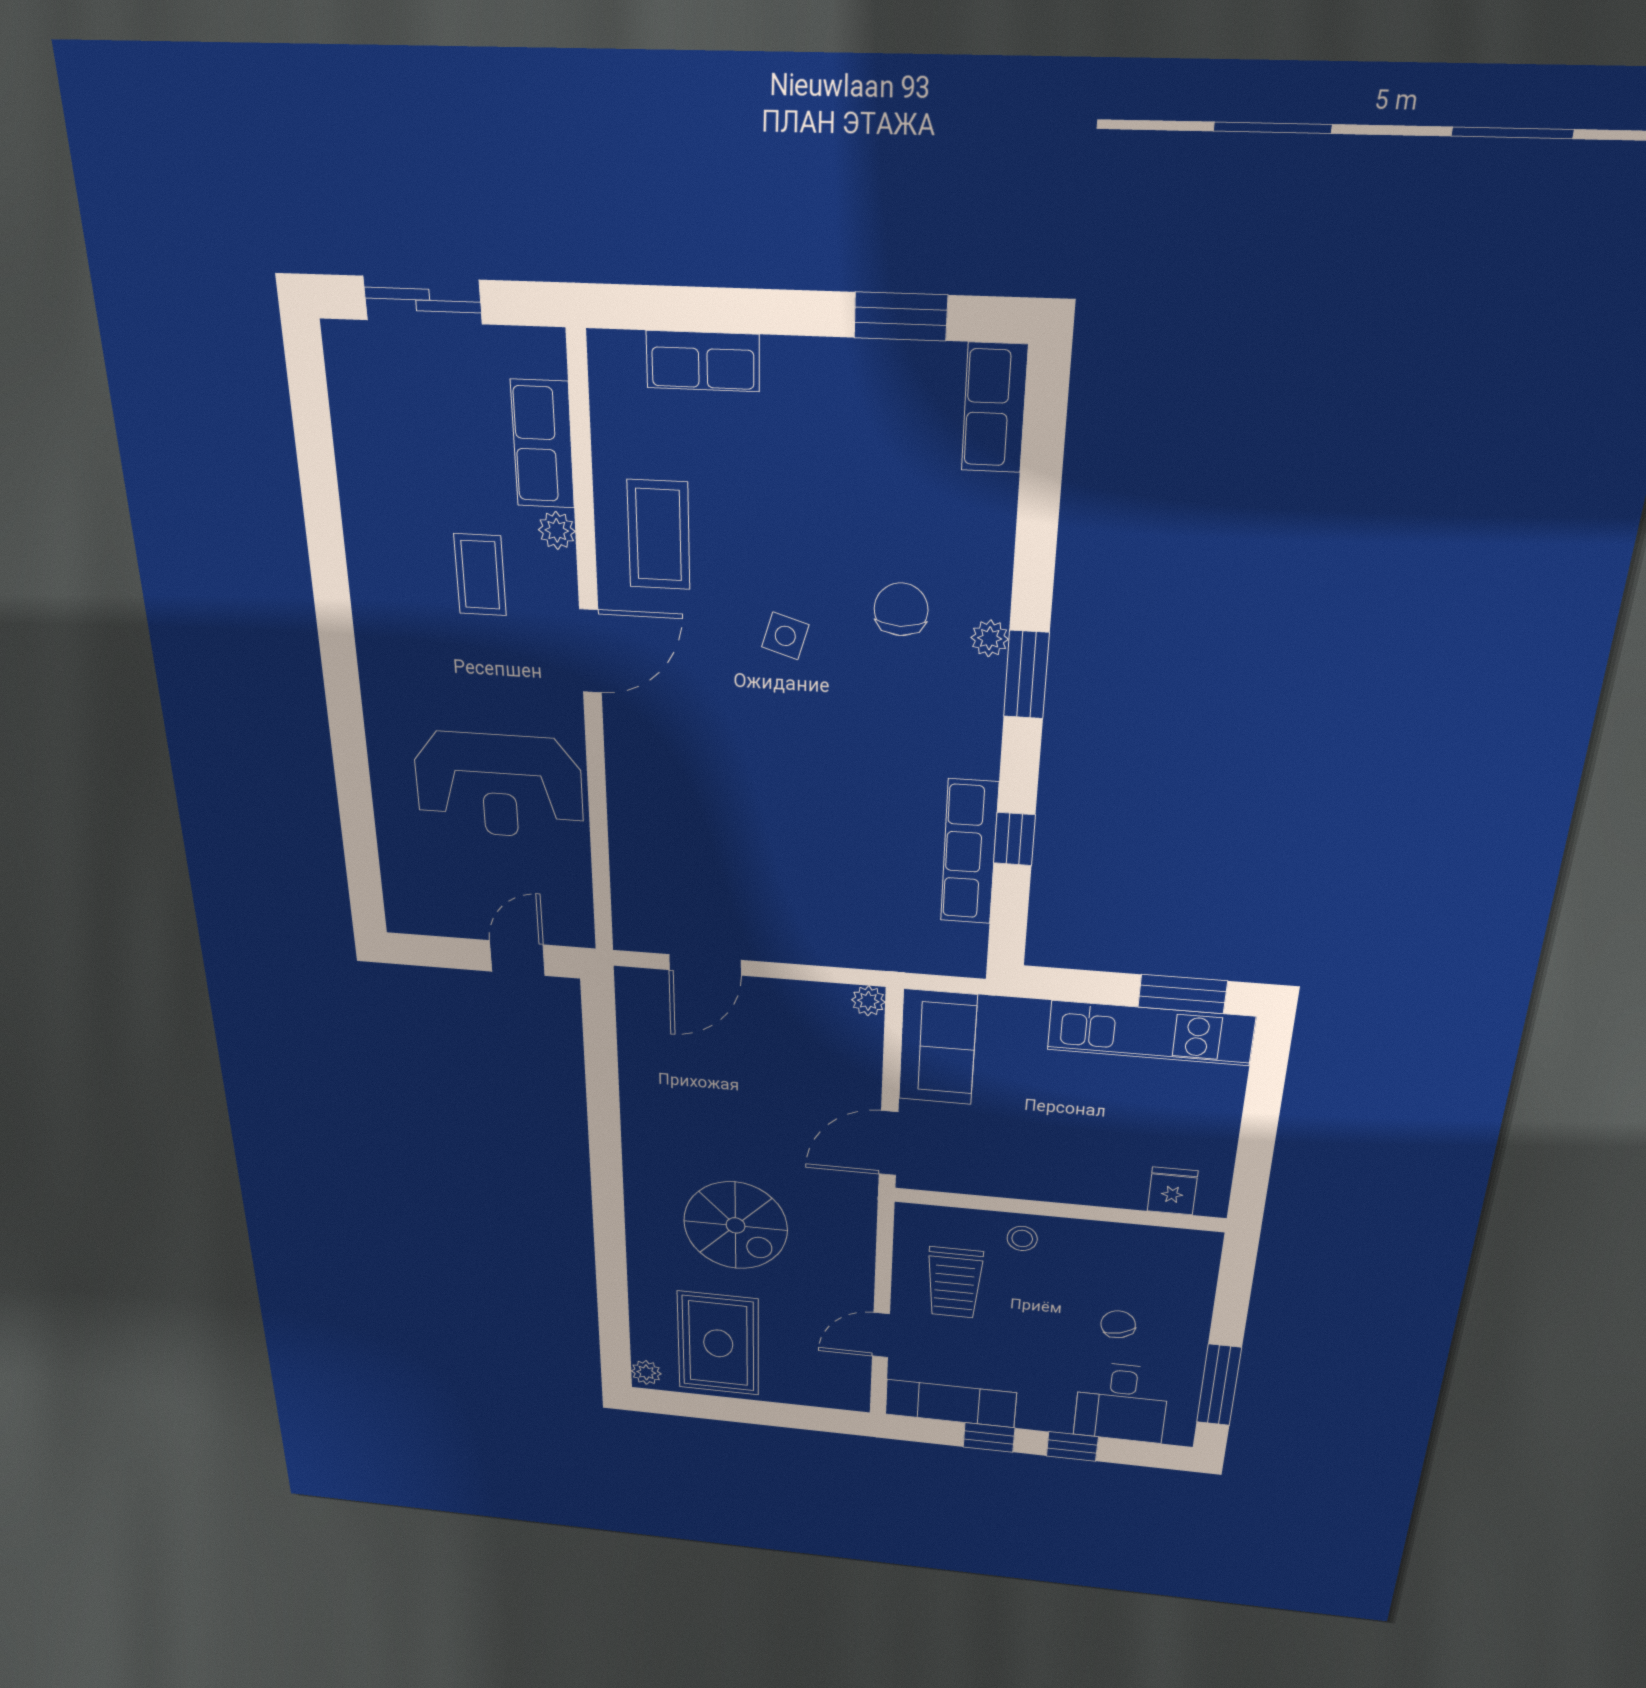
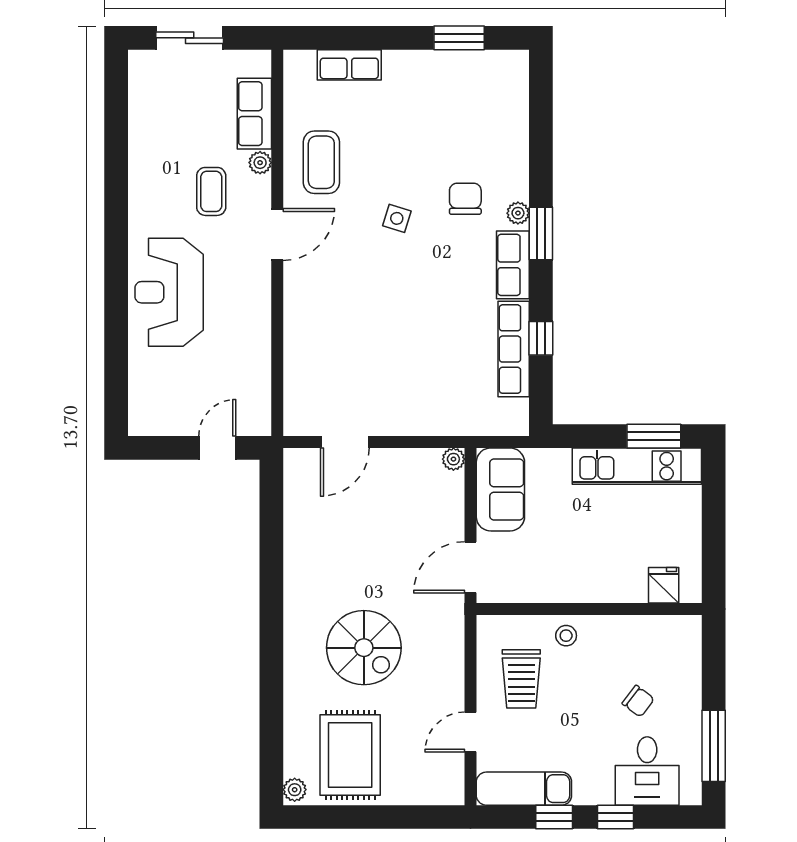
row of seats: (994, 408) -> (513, 265), moved
reception desk: (499, 785) -> (169, 292), moved, turned 90
chair: (1118, 1324) -> (638, 701), turned 144

